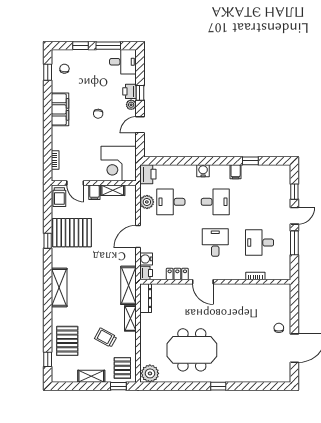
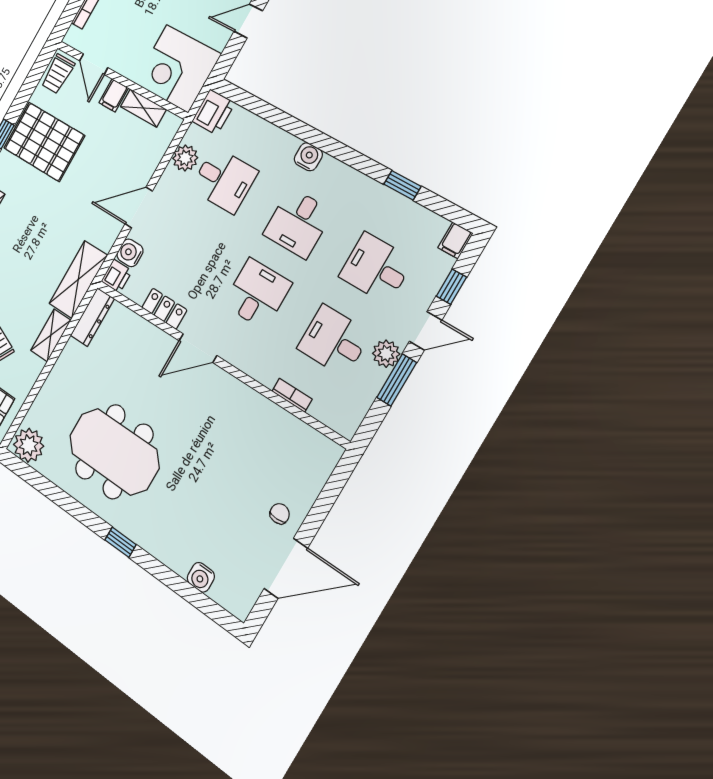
filing cabinet: (236, 172) -> (455, 240), moved
desk: (171, 202) -> (224, 180), turned 180
desk: (215, 202) -> (298, 223), turned 90
desk: (260, 202) -> (376, 268), added
plant: (284, 235) -> (386, 354), added
door: (203, 282) -> (198, 348), hinge flipped
water cooler: (262, 376) -> (201, 577), added

